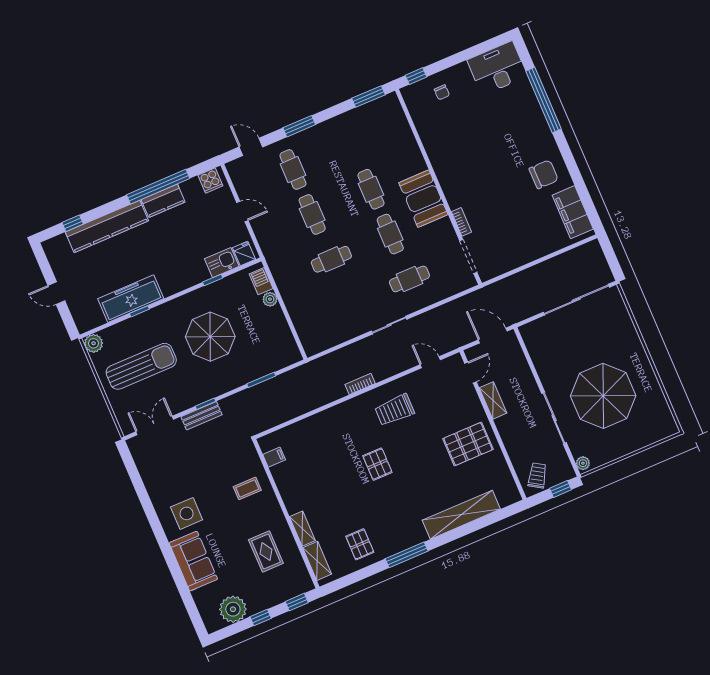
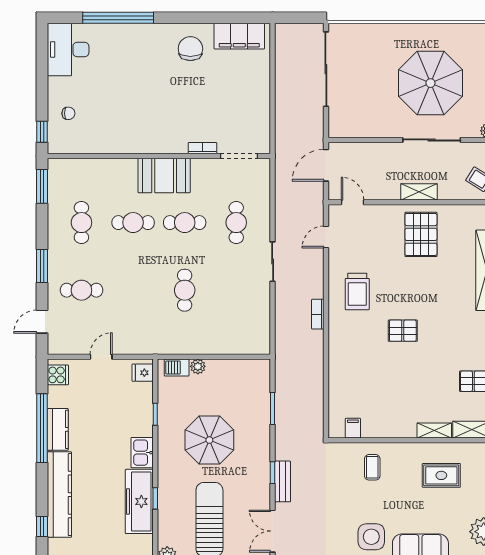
cafe table: (312, 214) -> (81, 223), moved, turned 90
kitchen sink: (222, 263) -> (142, 453), moved
shelving: (493, 400) -> (419, 192), moved

